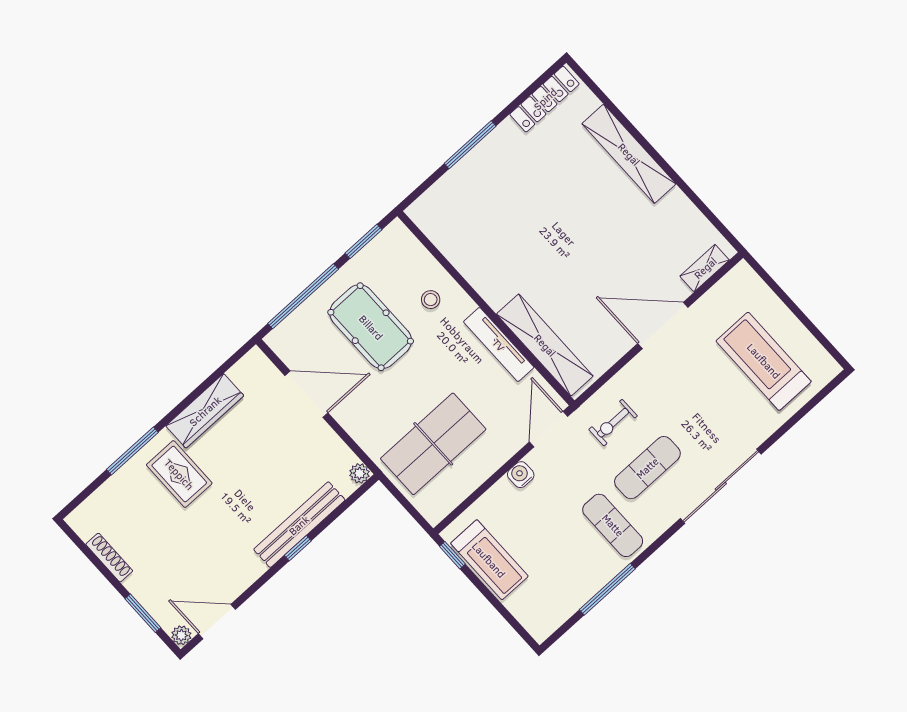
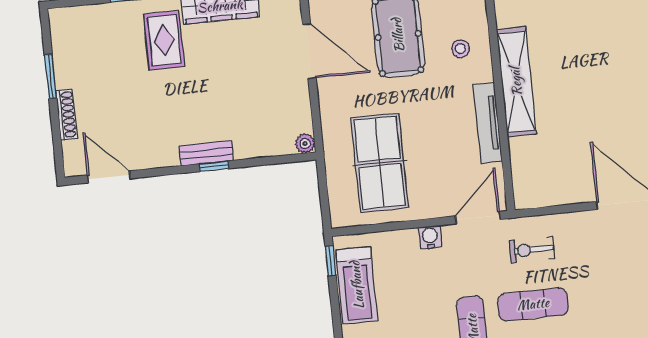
shelving: (545, 345) -> (516, 82), moved
table tennis table: (433, 444) -> (380, 163), turned 90
bench: (299, 525) -> (206, 153), width x0.54, depth x0.82
shoe rack: (109, 558) -> (67, 115), moved
window: (143, 613) -> (50, 76), moved
plant: (181, 635) -> (73, 167), removed

